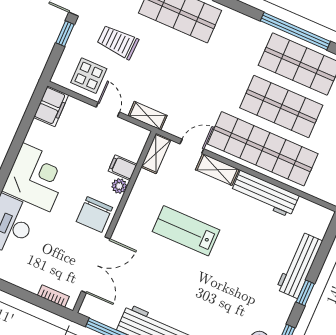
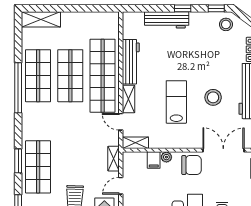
lab bench: (186, 231) -> (176, 102), turned 180
stool: (171, 282) -> (213, 97), added

